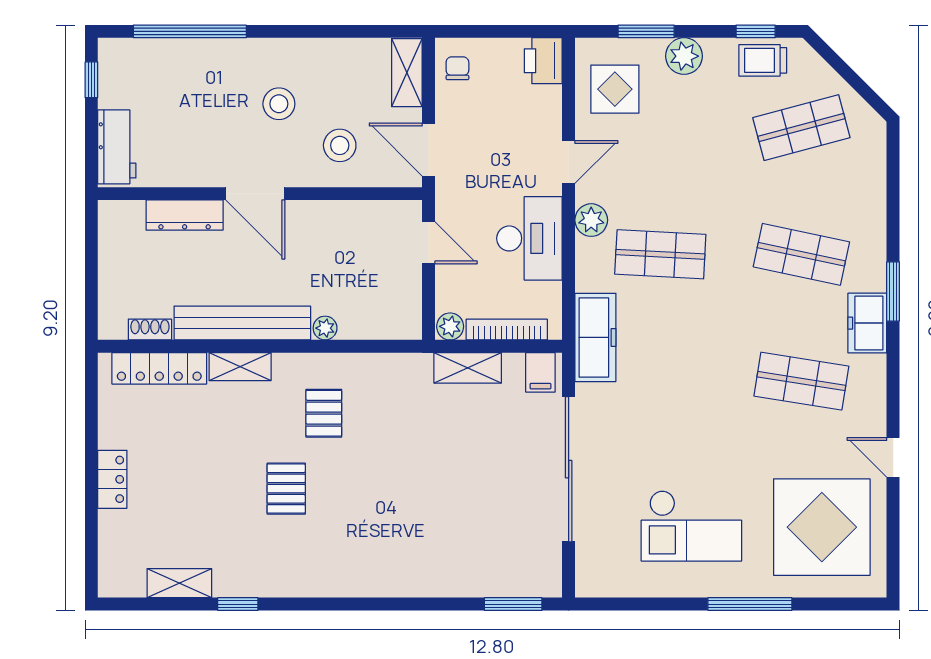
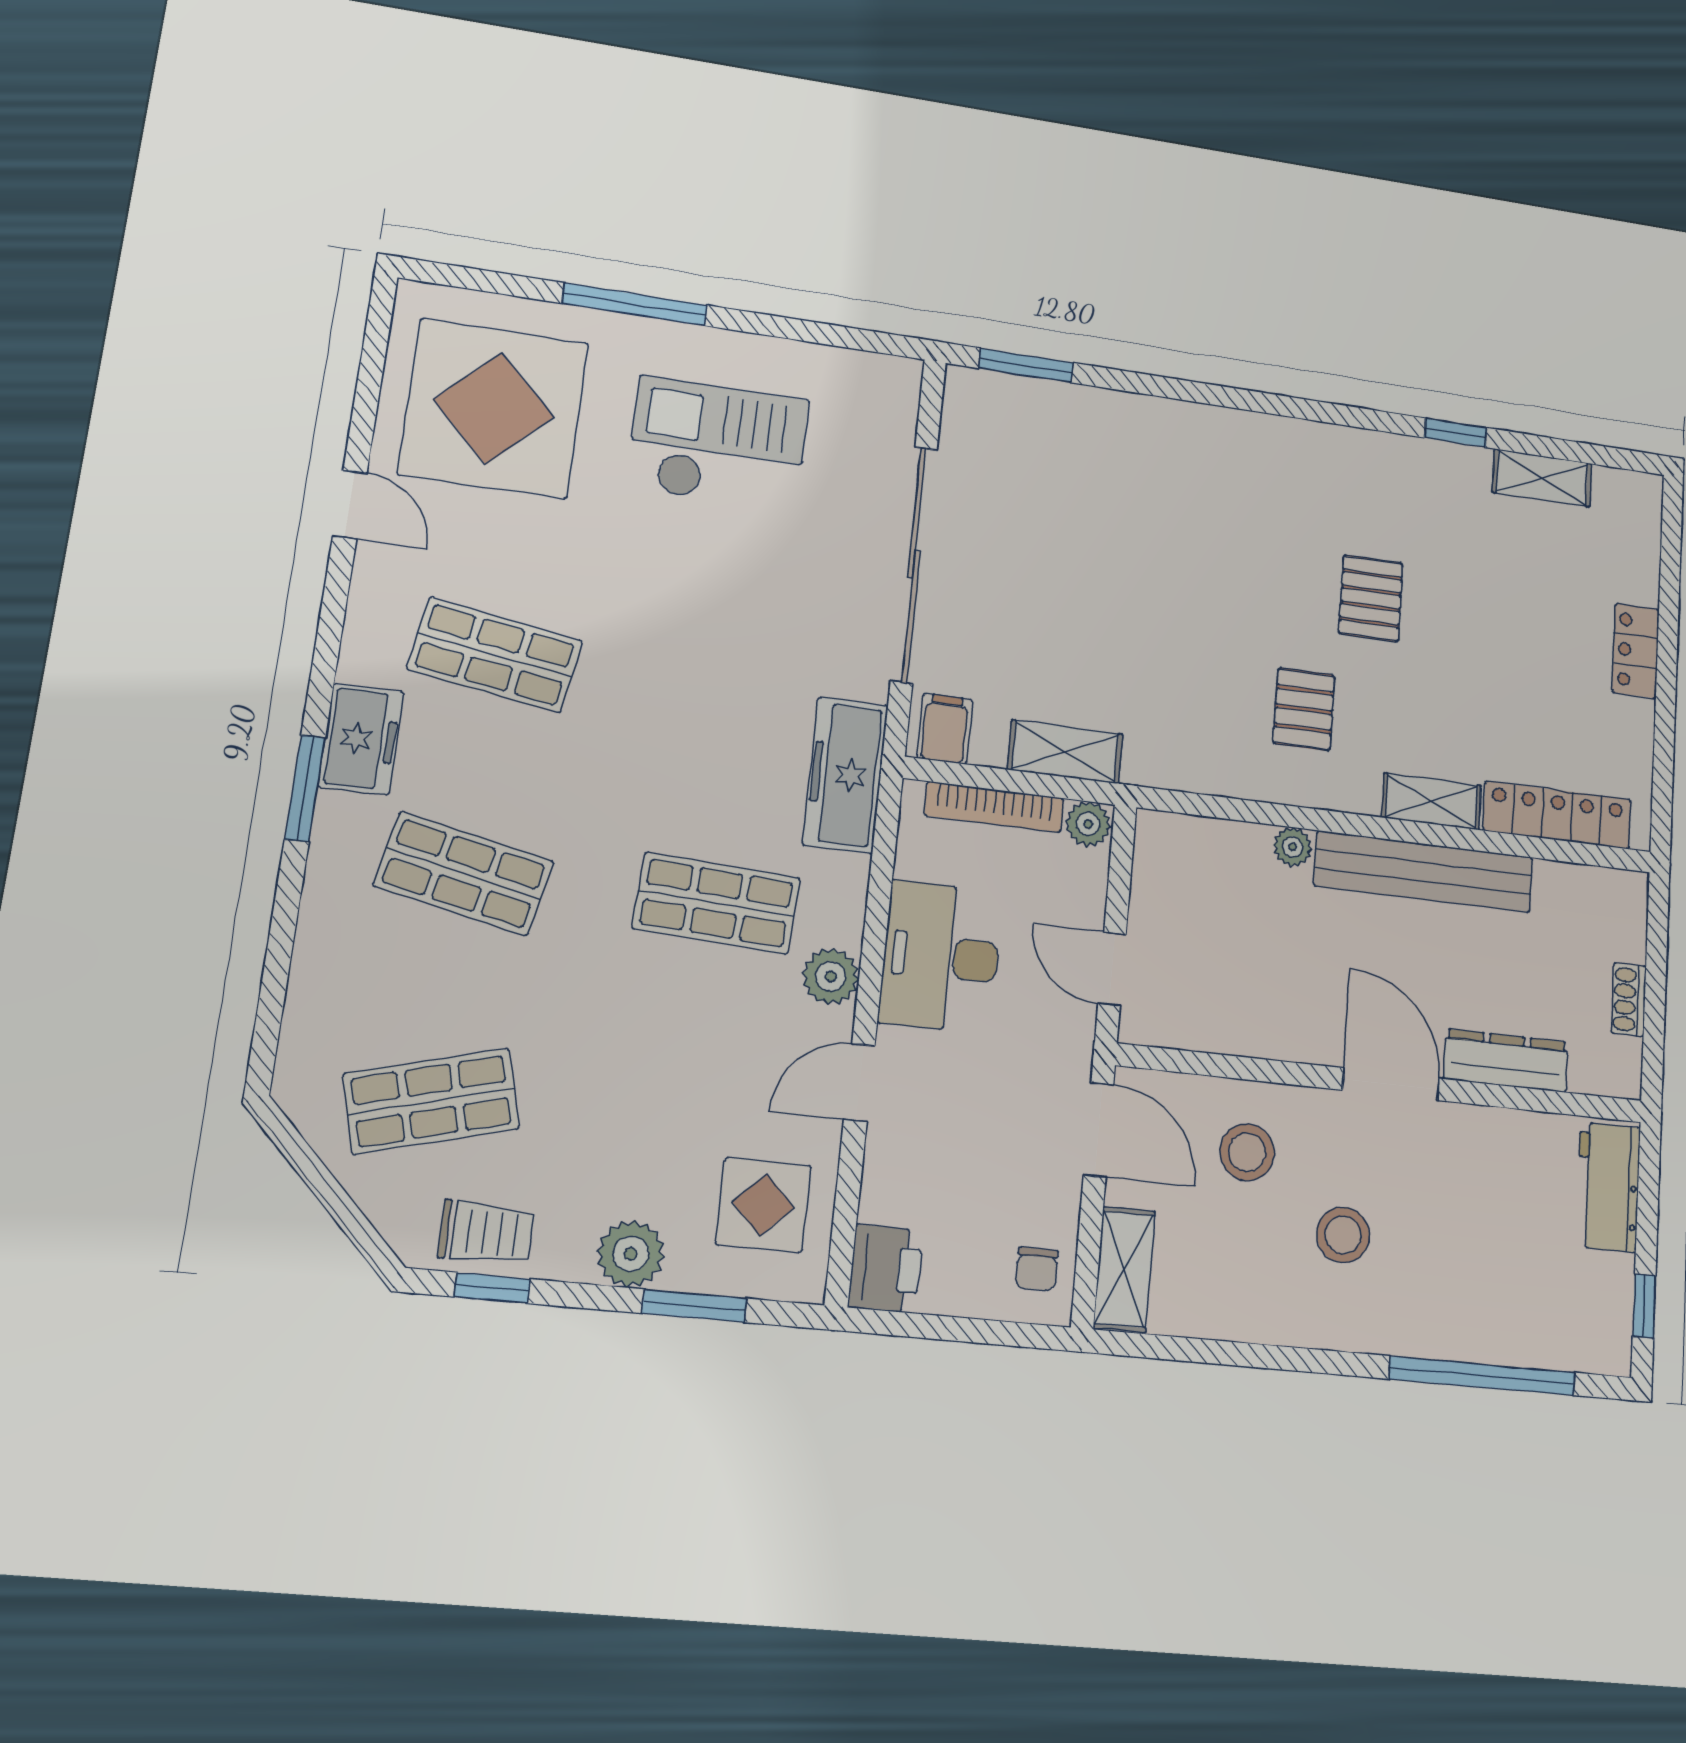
shoe rack: (150, 329) -> (1629, 1000), moved, turned 90

